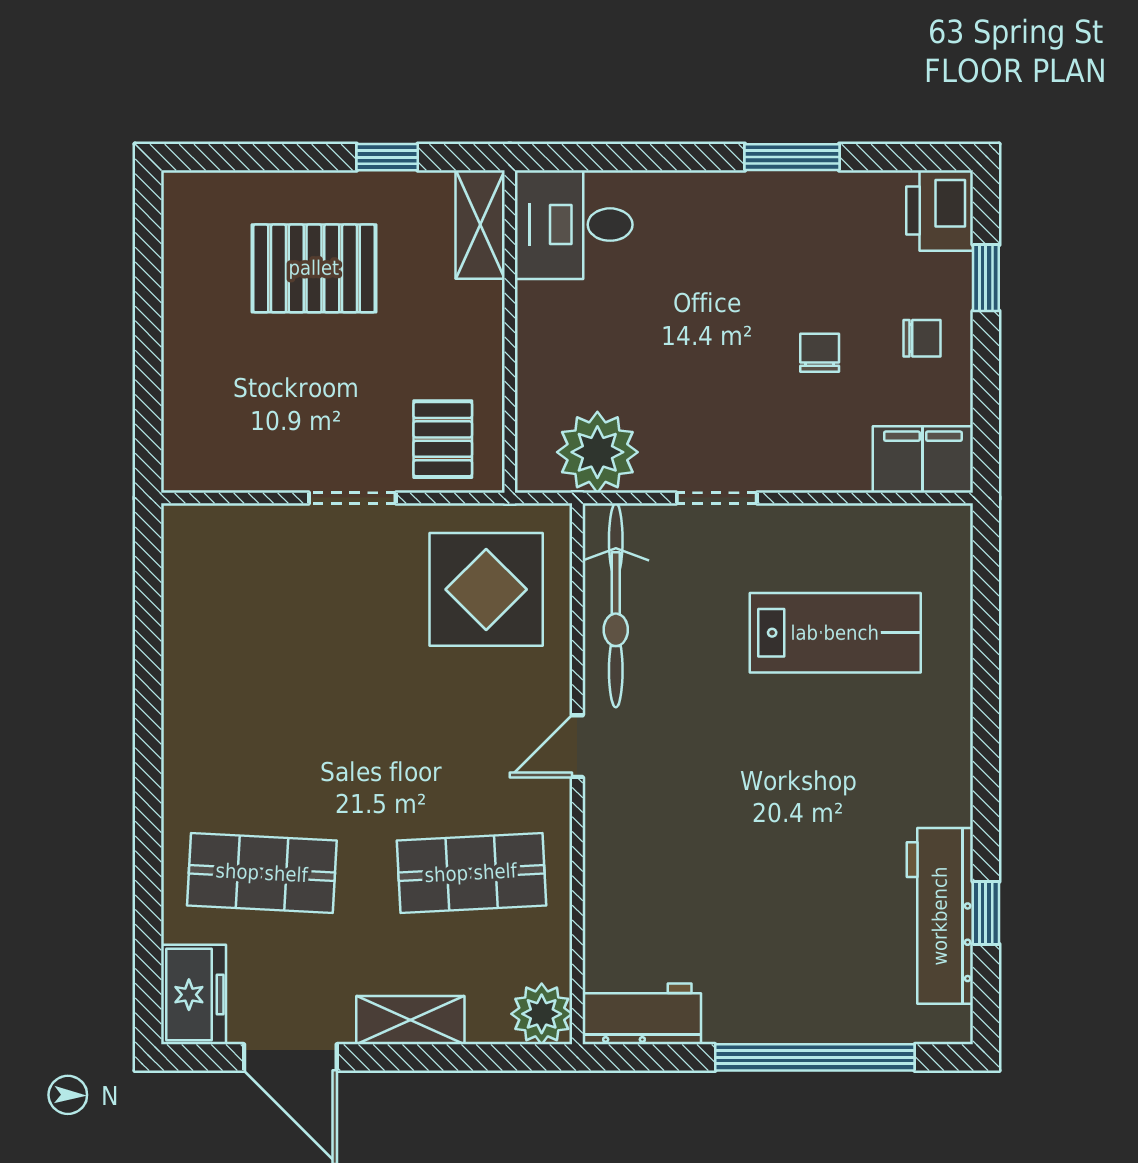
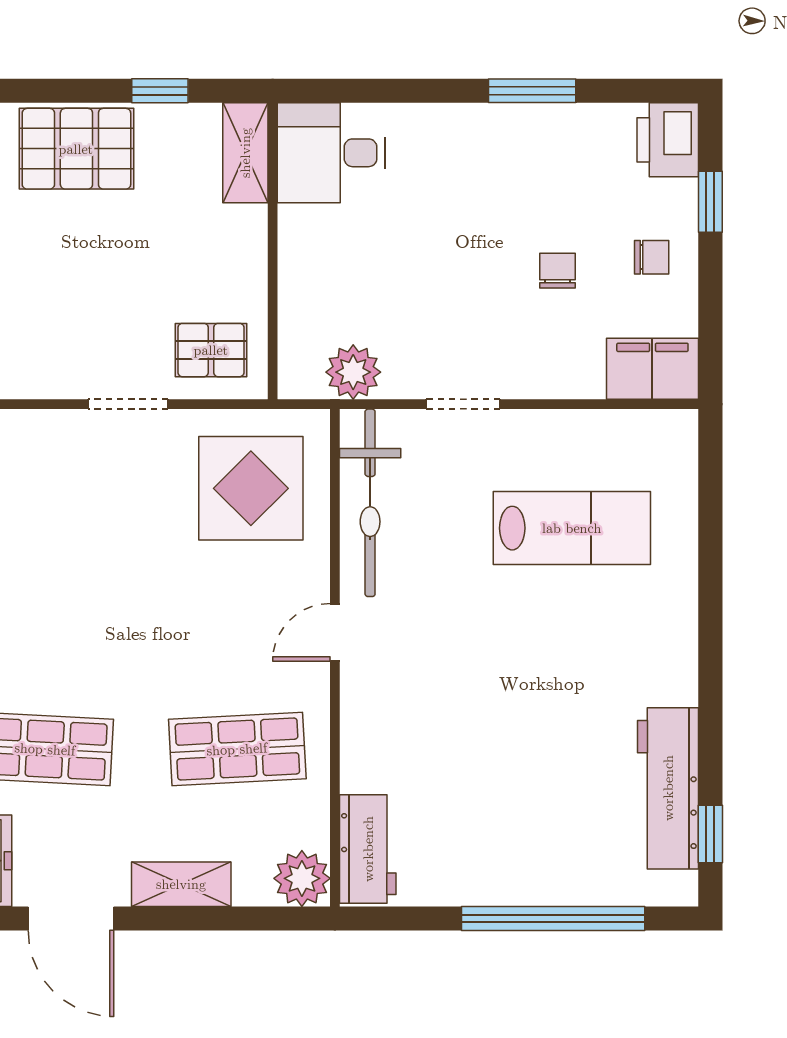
pallet: (314, 268) -> (76, 149), moved
pallet: (443, 439) -> (211, 350), turned 90
plant: (597, 452) -> (353, 372), width x0.73, depth x0.73
window: (986, 913) -> (710, 834), moved
workbench: (642, 1014) -> (368, 849), moved, turned 90

